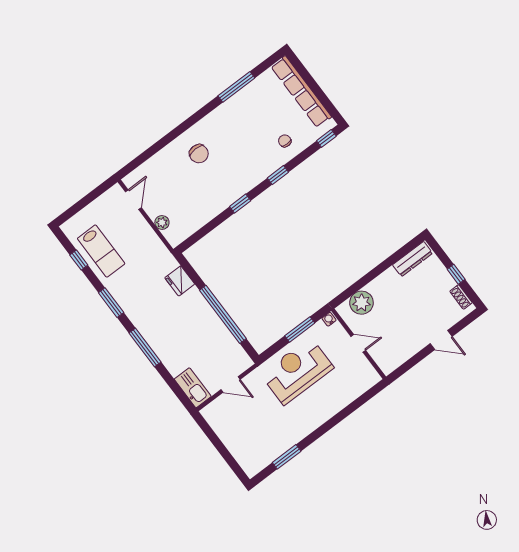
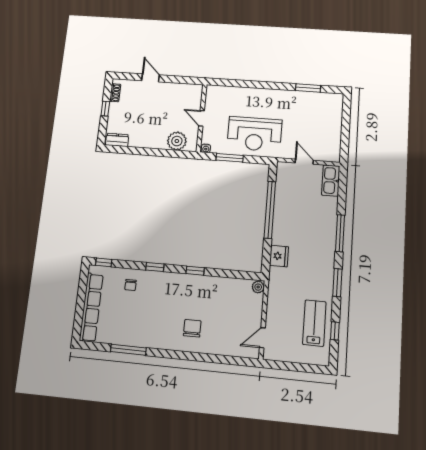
plant: (162, 222) -> (258, 287), moved
dresser: (413, 259) -> (117, 140), width x0.70

